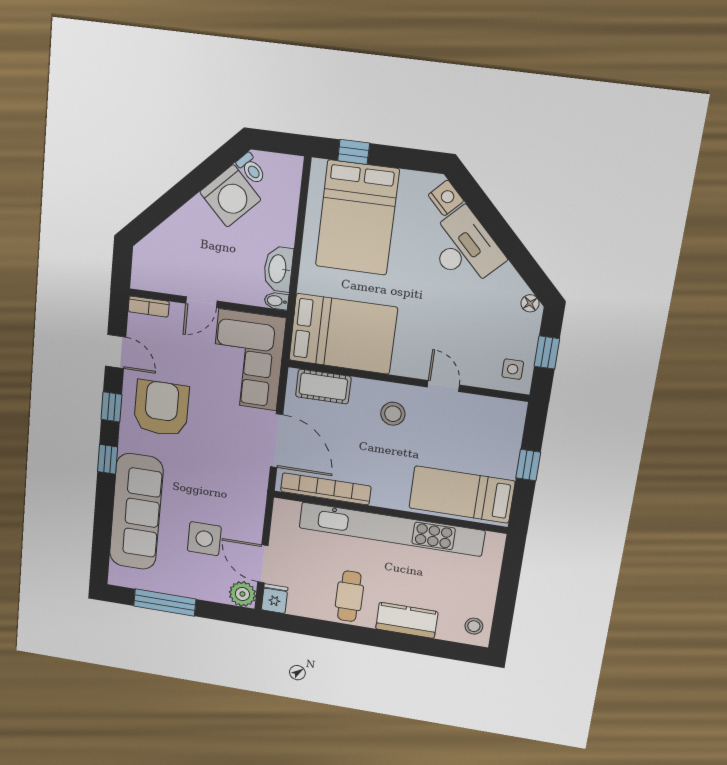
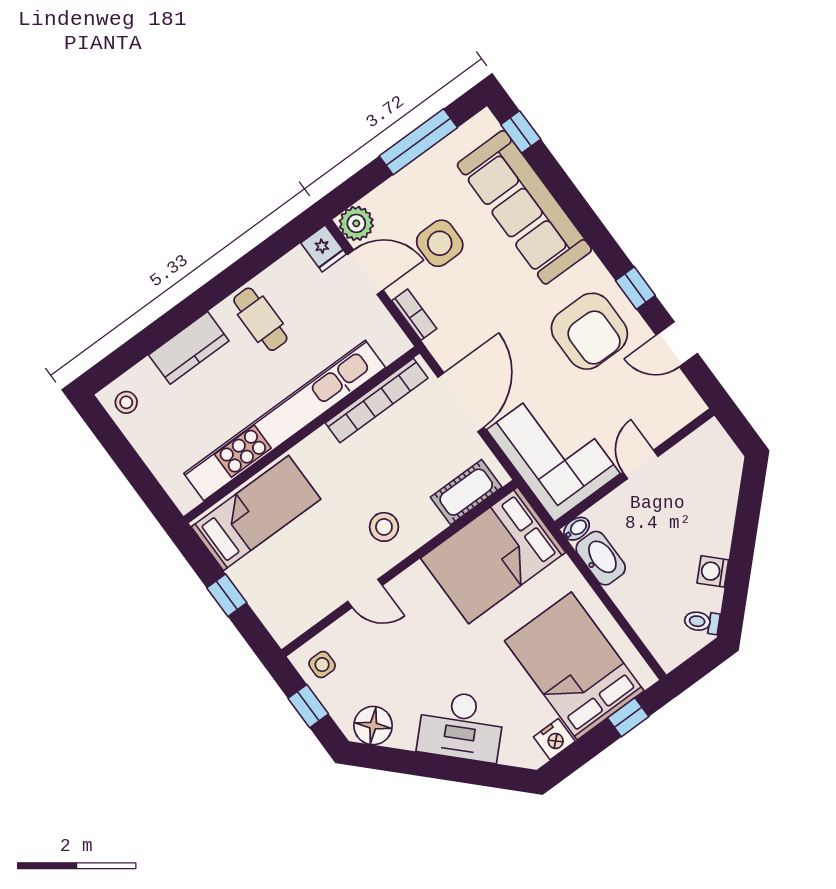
washing machine: (230, 196) -> (713, 571), width x0.53, depth x0.53
nightstand: (446, 198) -> (554, 739), moved, turned -45
floor lamp: (530, 303) -> (373, 726), width x1.89, depth x1.89
bookcase: (149, 307) -> (414, 315), moved, turned 90
door: (276, 441) -> (461, 402), swing flipped
window: (108, 459) -> (521, 132), moved

